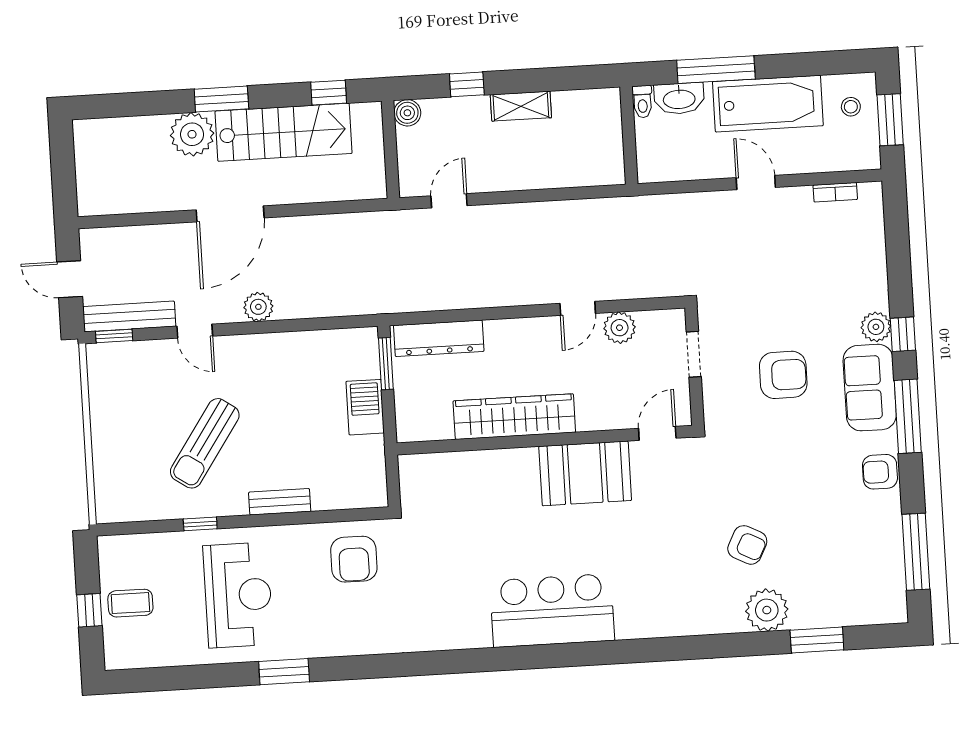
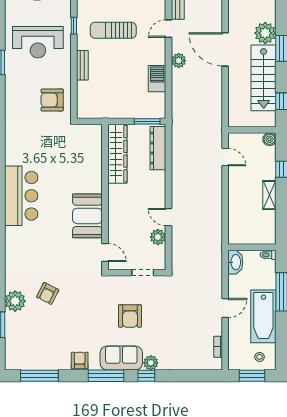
washbasin: (679, 98) -> (235, 262), moved, turned 180
barbecue: (365, 407) -> (157, 79), moved, turned -90
wardrobe: (514, 417) -> (117, 154), moved
sun lounger: (205, 443) -> (113, 30), turned -34

